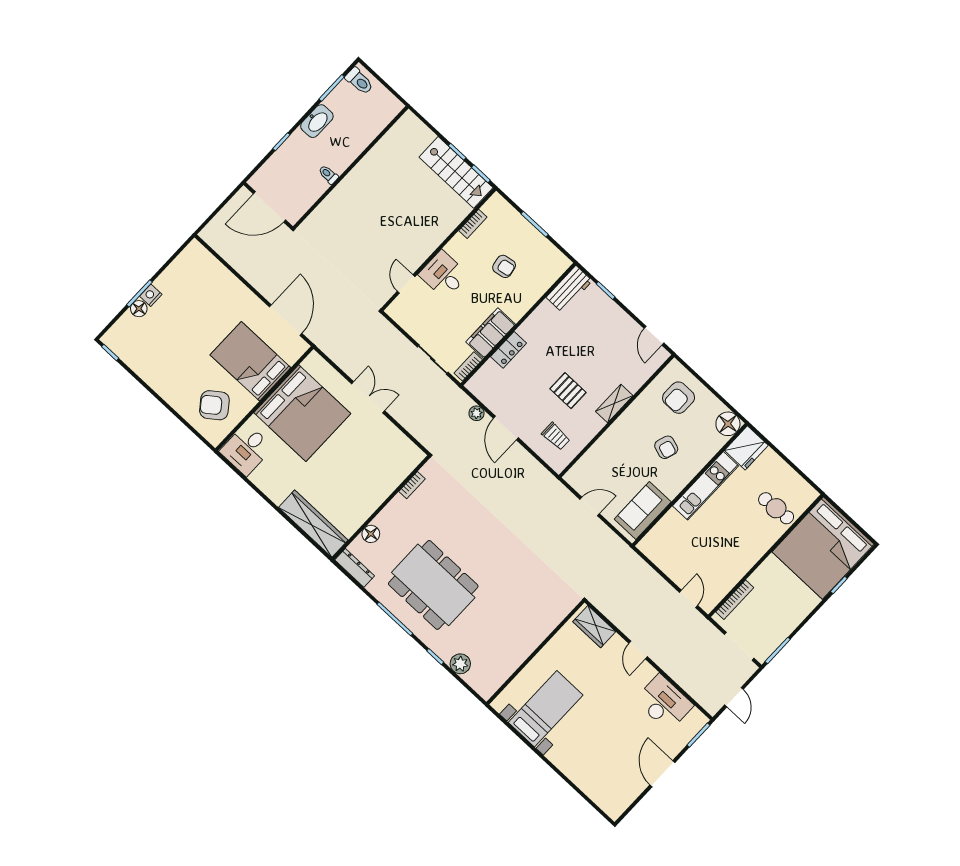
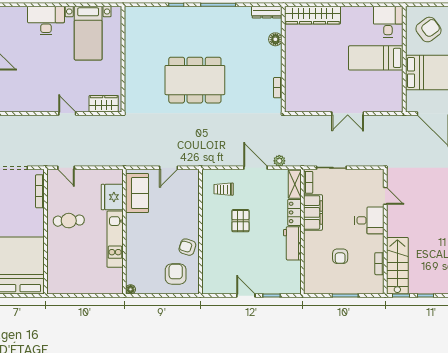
stairs: (456, 172) -> (397, 266), moved, turned 90
armchair: (504, 266) -> (340, 256), turned -80
workbench: (569, 289) -> (292, 243), moved
door: (654, 336) -> (246, 296), moved
pallet: (568, 391) -> (240, 221), turned 90
shelving: (614, 404) -> (295, 184), moved
bed: (302, 413) -> (376, 58), width x0.49
floor lamp: (728, 424) -> (131, 289), width x0.53, depth x0.53
armchair: (666, 447) -> (187, 247), moved
fridge: (746, 448) -> (112, 197), moved
cafe table: (776, 508) -> (69, 221), moved
dining table: (433, 585) -> (195, 80), moved
plant: (460, 664) -> (159, 14), removed
desk: (664, 703) -> (46, 21), moved, turned 180

